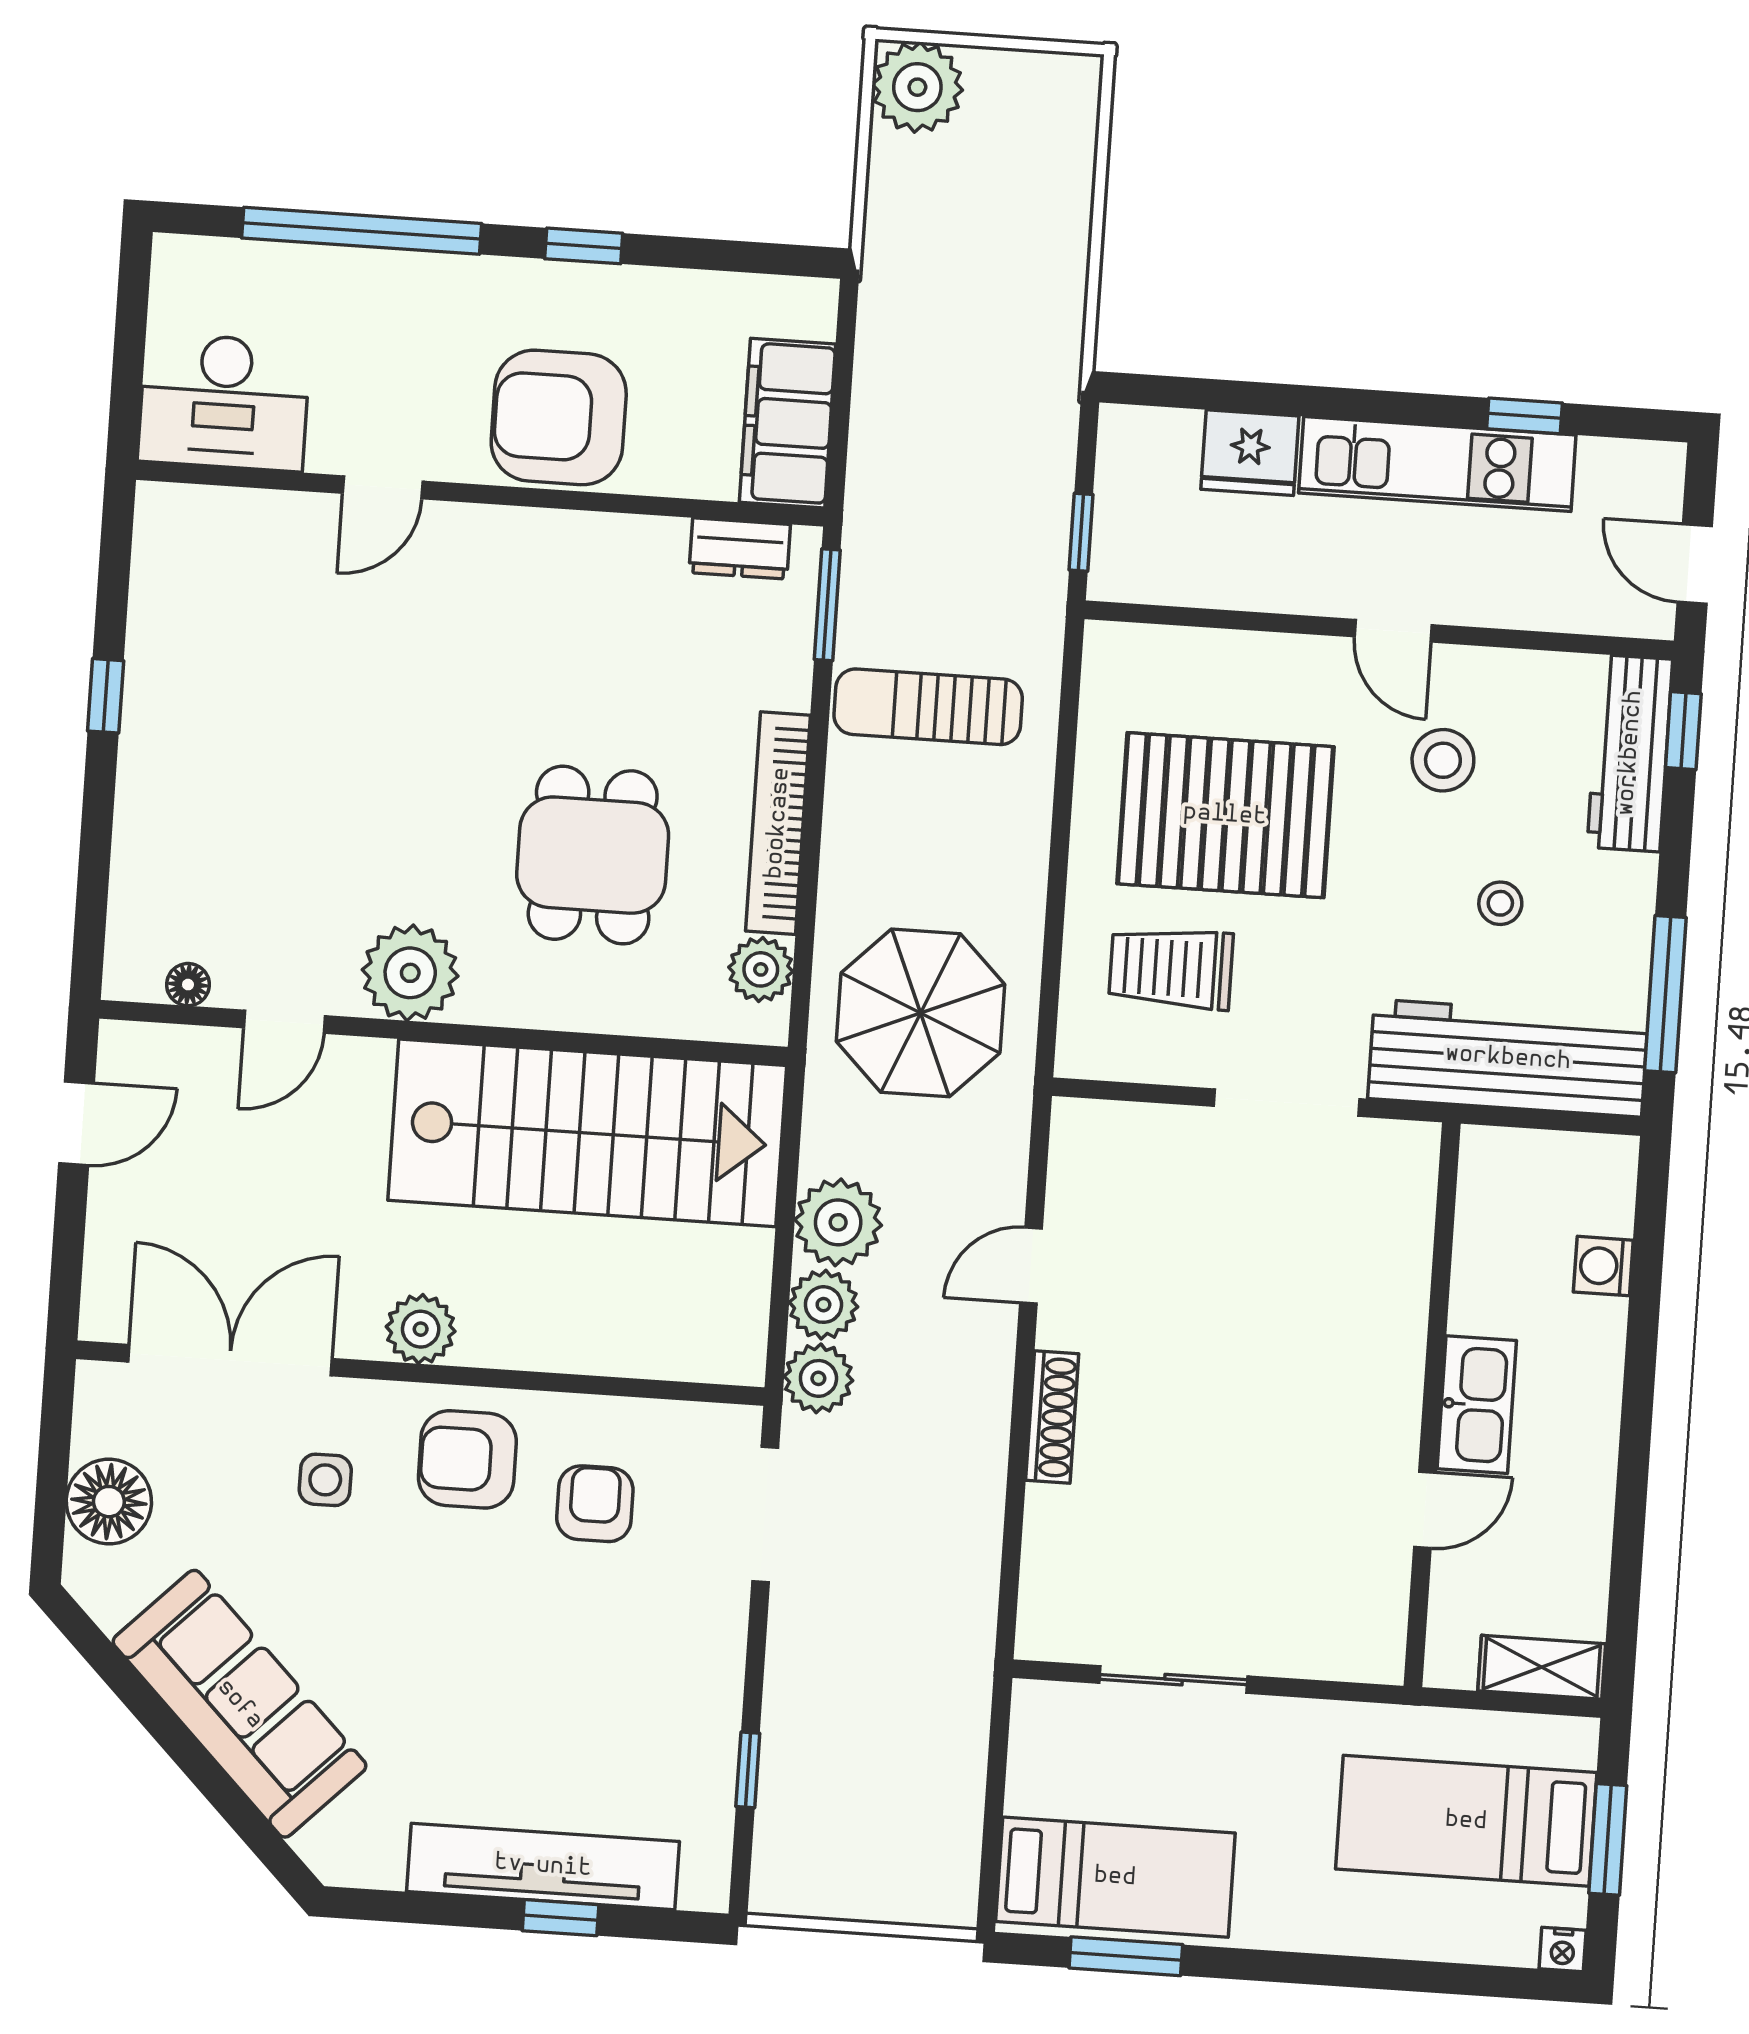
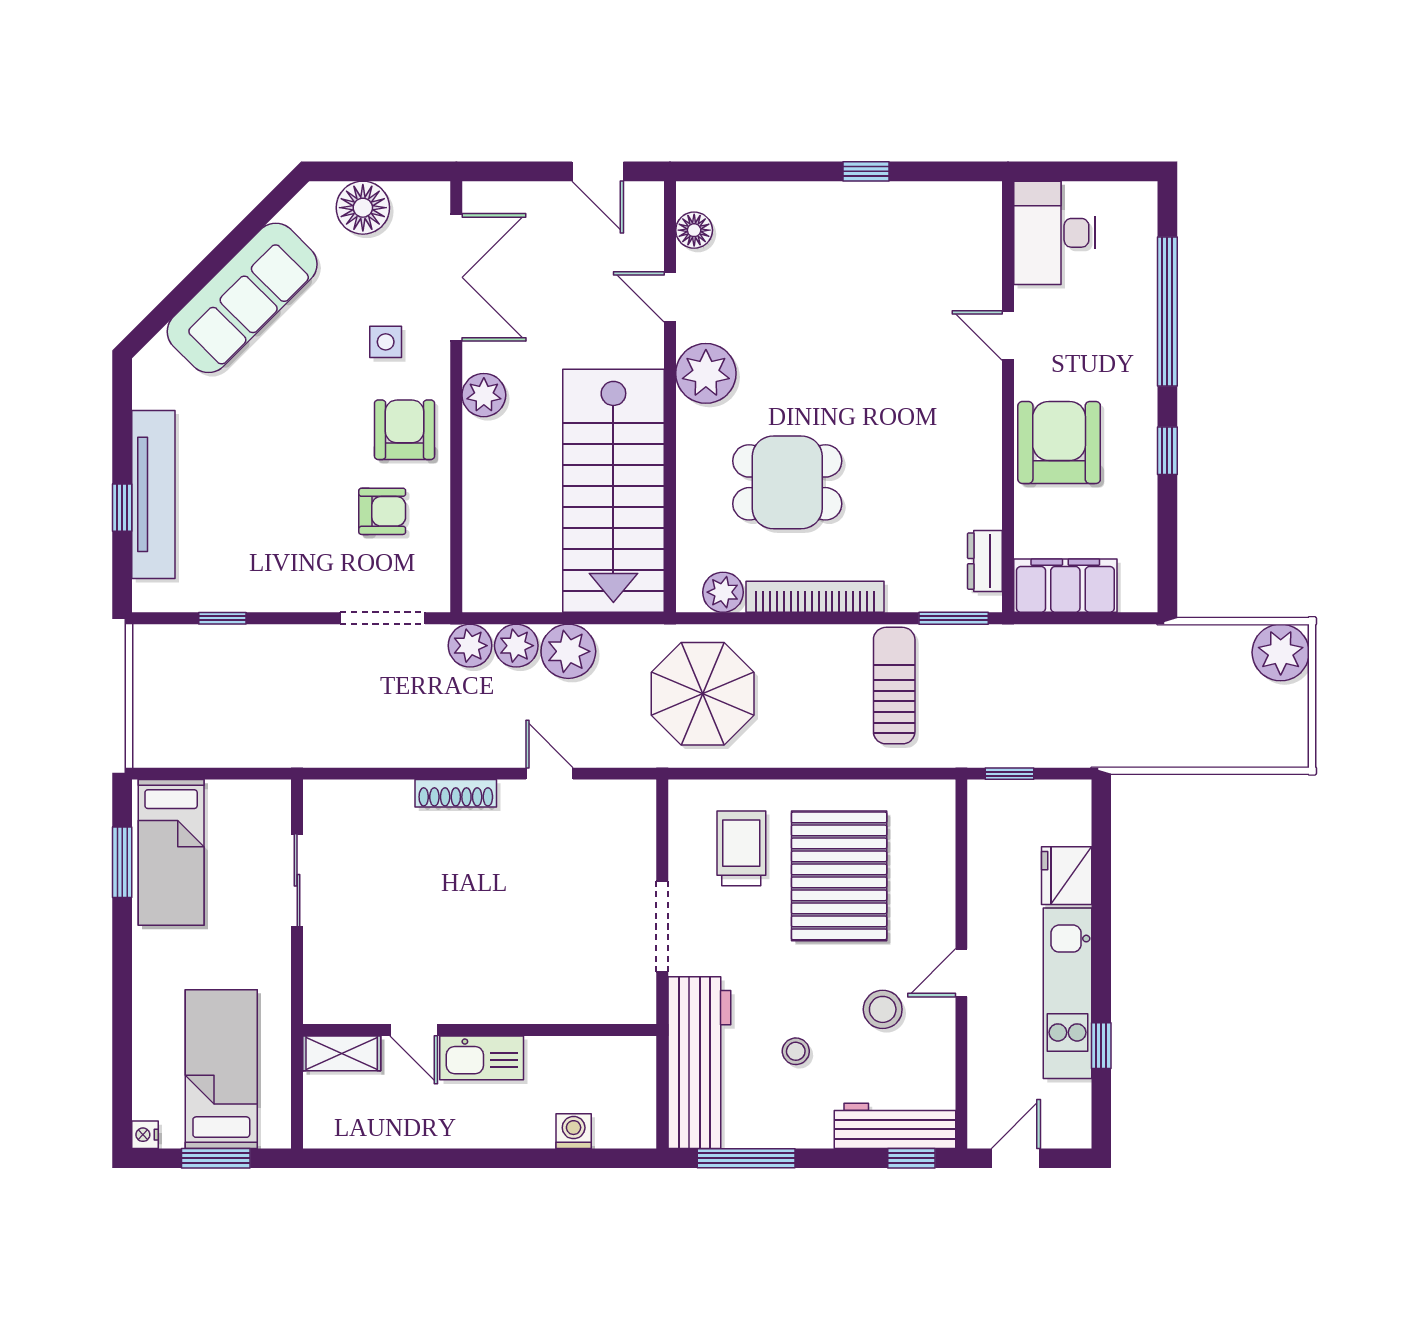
floor lamp: (188, 985) -> (694, 230), width x1.37, depth x1.37
shelving: (1542, 1667) -> (342, 1053), moved, turned 90

